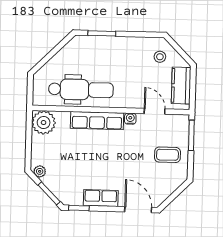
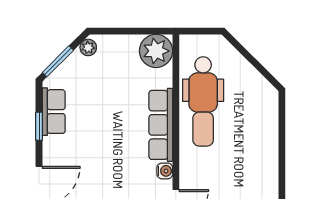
window: (102, 33) -> (282, 128), removed
row of seats: (101, 198) -> (54, 112), moved
window: (79, 208) -> (39, 126), moved

